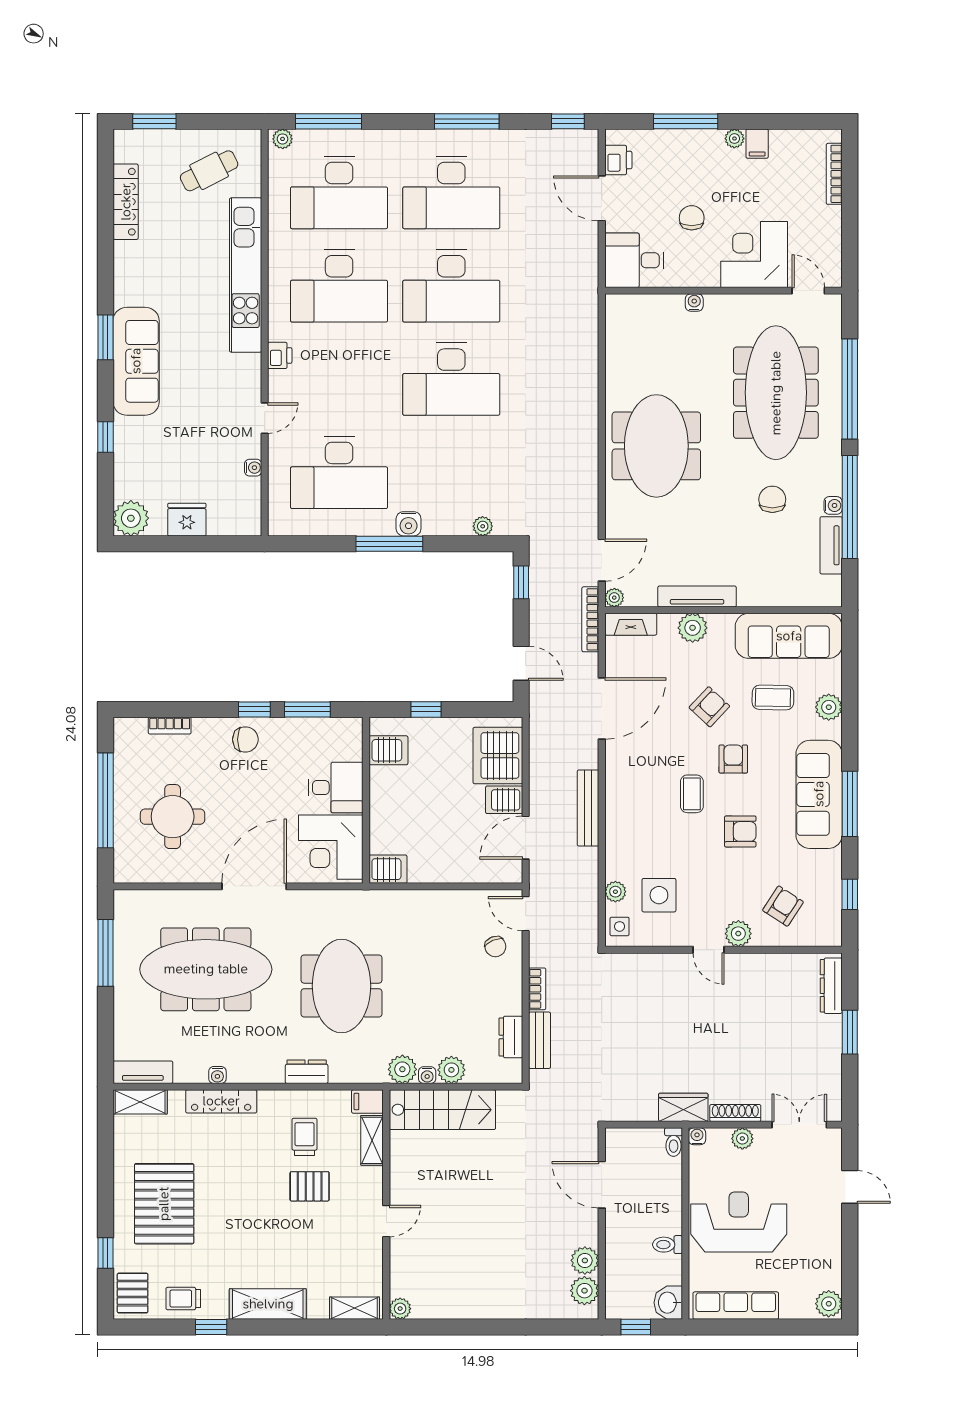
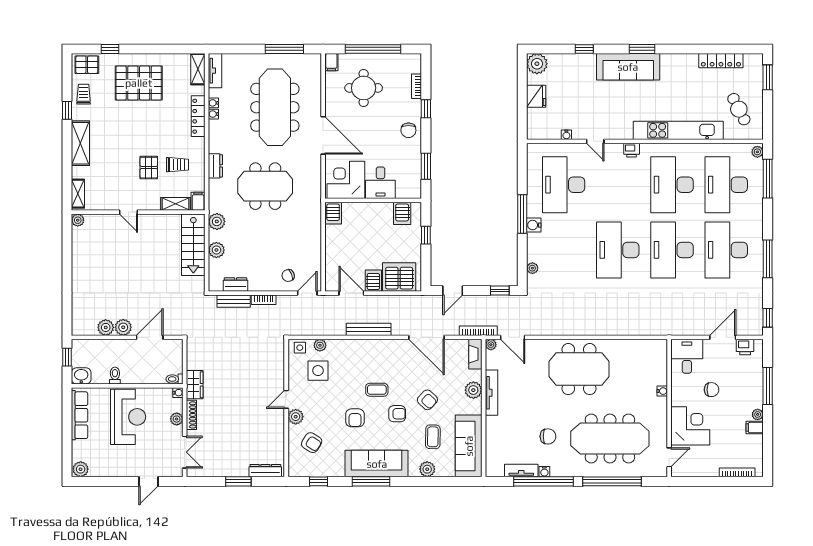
window: (254, 709) -> (426, 109), moved
filing cabinet: (128, 872) -> (331, 62), added
water cooler: (427, 1075) -> (213, 103), moved
plant: (584, 1291) -> (123, 327), moved

